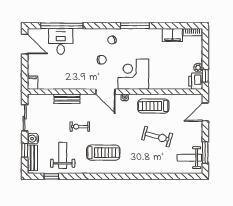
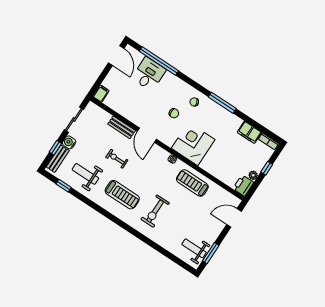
window: (205, 76) -> (267, 168), moved
door: (105, 92) -> (147, 135), moved
exercise bike: (157, 137) -> (155, 211), moved, turned 75
weight bench: (63, 155) -> (85, 174), turned -90

